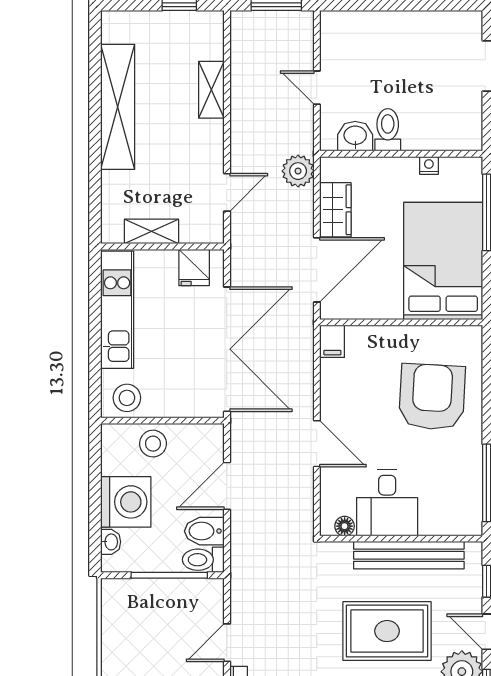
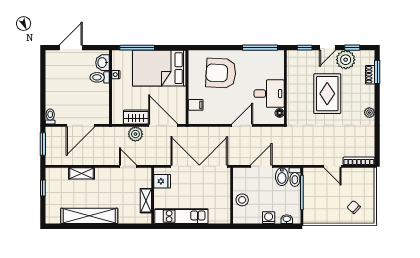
toilet: (337, 21) -> (50, 116), added
door: (317, 88) -> (80, 125), width x1.88
toilet: (388, 130) -> (100, 77), moved
washbasin: (355, 136) -> (103, 63), moved
plant: (298, 171) -> (135, 134), moved
filing cabinet: (332, 341) -> (196, 105), moved
stool: (127, 398) -> (221, 212), removed
door: (227, 486) -> (261, 166), swing flipped
washing machine: (126, 502) -> (269, 218), width x0.53, depth x0.53
bench: (409, 555) -> (293, 84), removed

